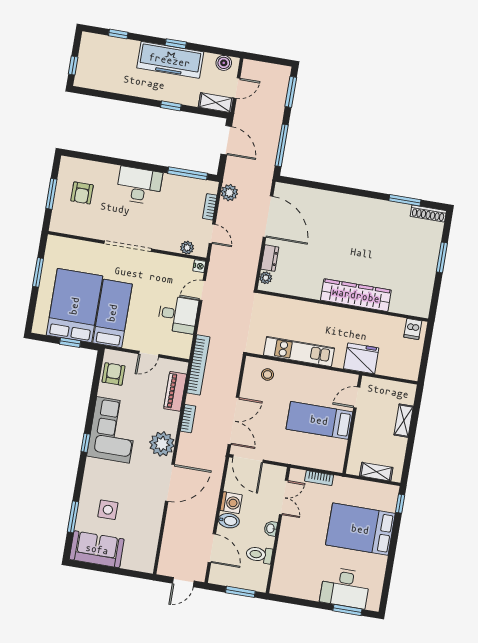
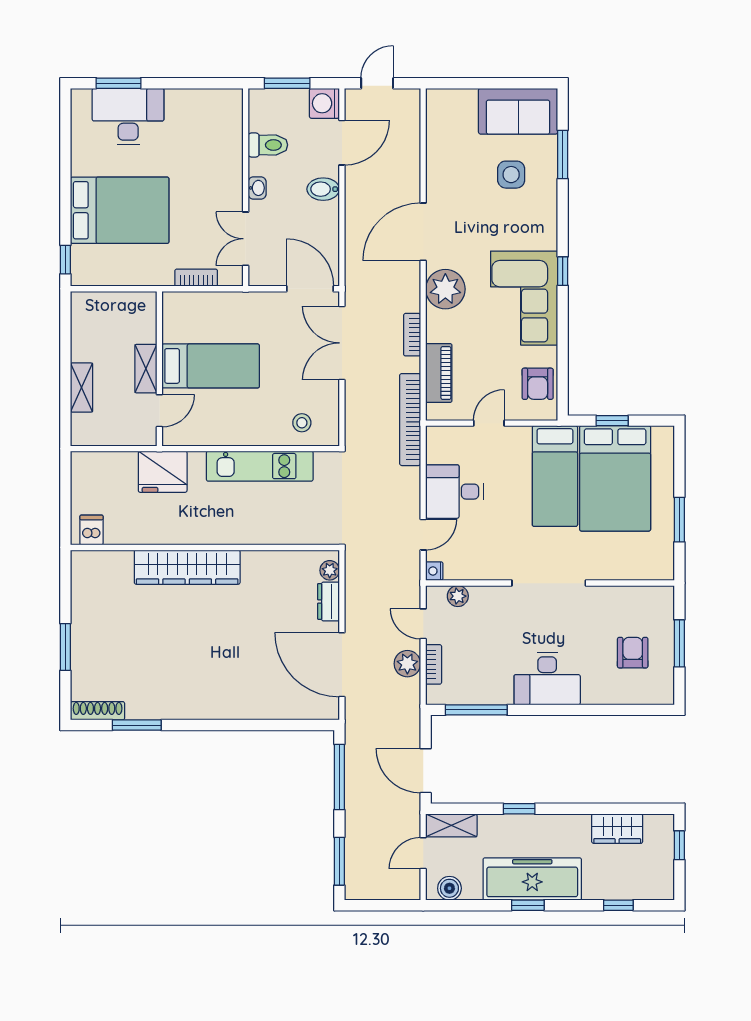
wardrobe: (111, 83) -> (617, 829), added
plant: (229, 193) -> (407, 664), moved
shelving: (376, 472) -> (146, 369), moved, turned 90
washing machine: (231, 503) -> (324, 103), moved
door: (212, 548) -> (342, 143), swing flipped

